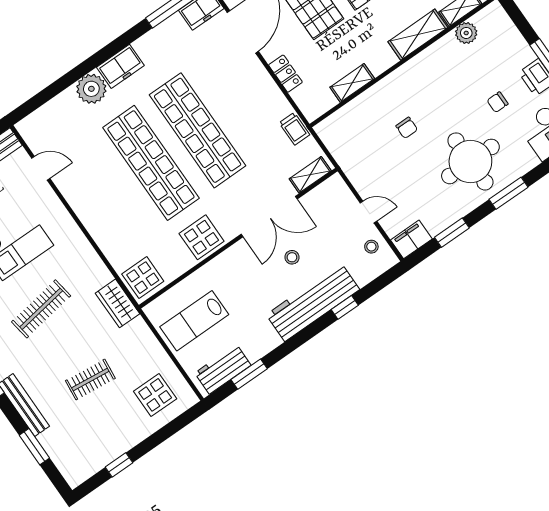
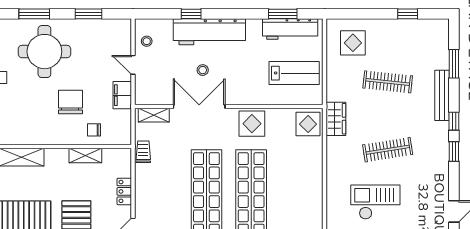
chair: (362, 116) -> (94, 130), added
chair: (407, 128) -> (70, 102), width x1.87, depth x1.87
filing cabinet: (411, 239) -> (122, 95), moved, turned 90
workbench: (223, 369) -> (290, 29), width x1.38
clothes rail: (90, 379) -> (388, 82), width x1.36

